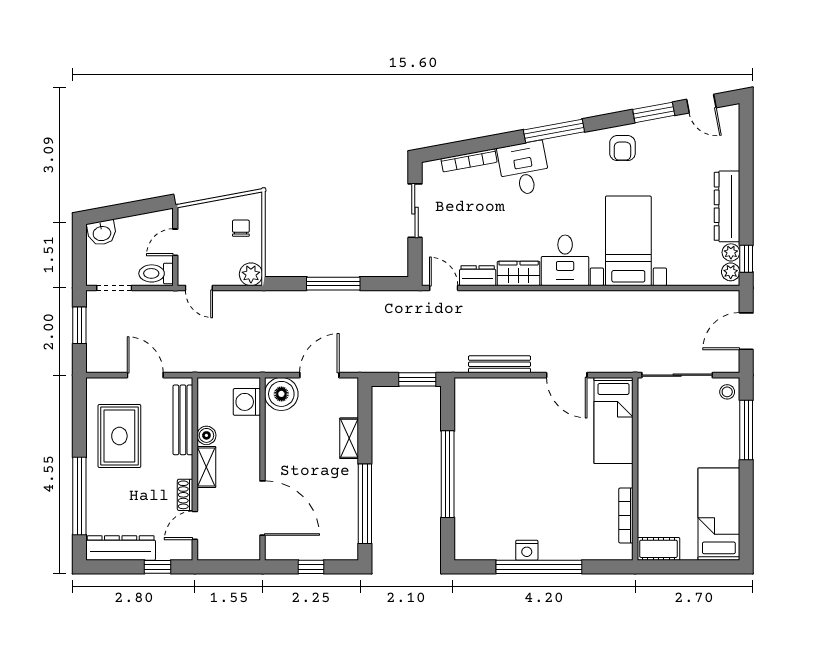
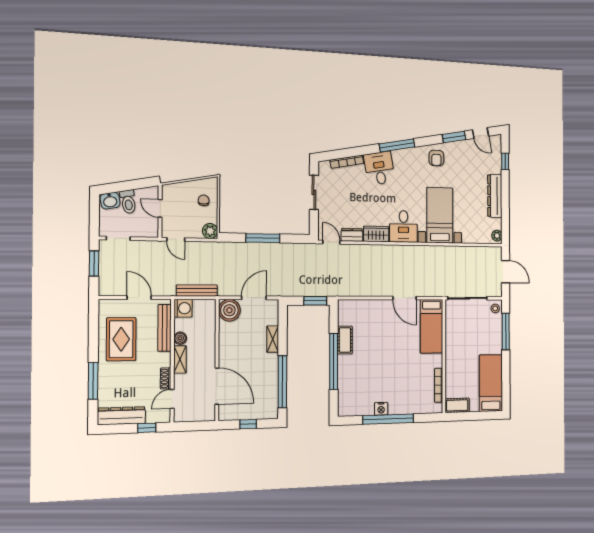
door: (175, 242) -> (160, 208), hinge flipped
plant: (731, 252) -> (497, 224), removed
window: (746, 259) -> (505, 161), moved
toilet: (156, 273) -> (128, 202), moved, turned -100
door: (746, 331) -> (506, 272), swing flipped
bench: (500, 364) -> (197, 291), moved
washing machine: (247, 402) -> (183, 308), moved, turned 180
cot: (466, 441) -> (345, 340), added
window: (79, 496) -> (93, 381), width x0.68

